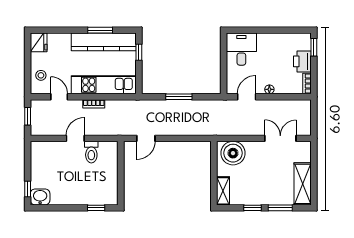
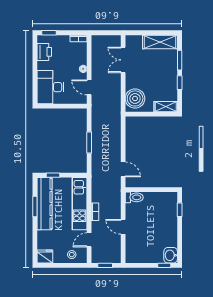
desk: (241, 49) -> (50, 87), width x1.37
printer: (302, 61) -> (44, 52), moved, turned -90
toilet: (91, 152) -> (134, 197), moved

